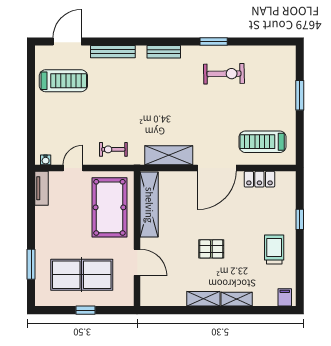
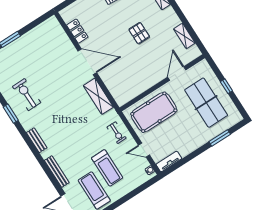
treadmill: (263, 142) -> (107, 168), moved
shelving: (149, 205) -> (136, 89), removed
shelving: (203, 299) -> (184, 36), moved

